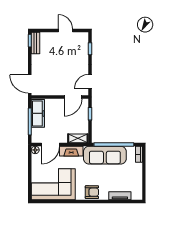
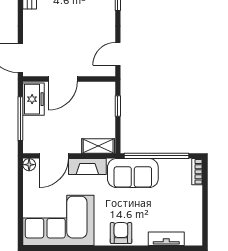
door: (73, 97) -> (63, 79), moved
freezer: (38, 113) -> (33, 99), width x0.71
sofa: (105, 155) -> (133, 173), width x0.73
armchair: (92, 192) -> (121, 233), turned -90

